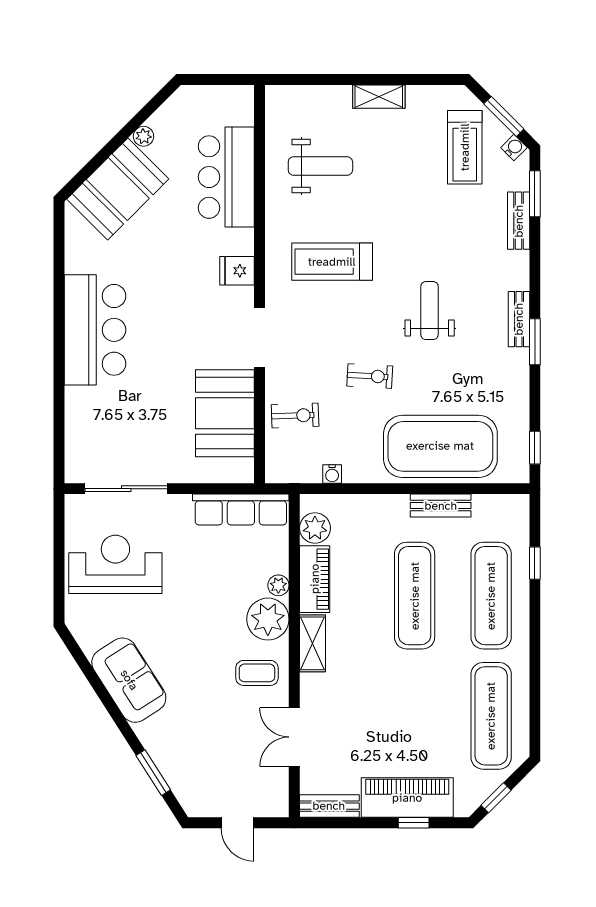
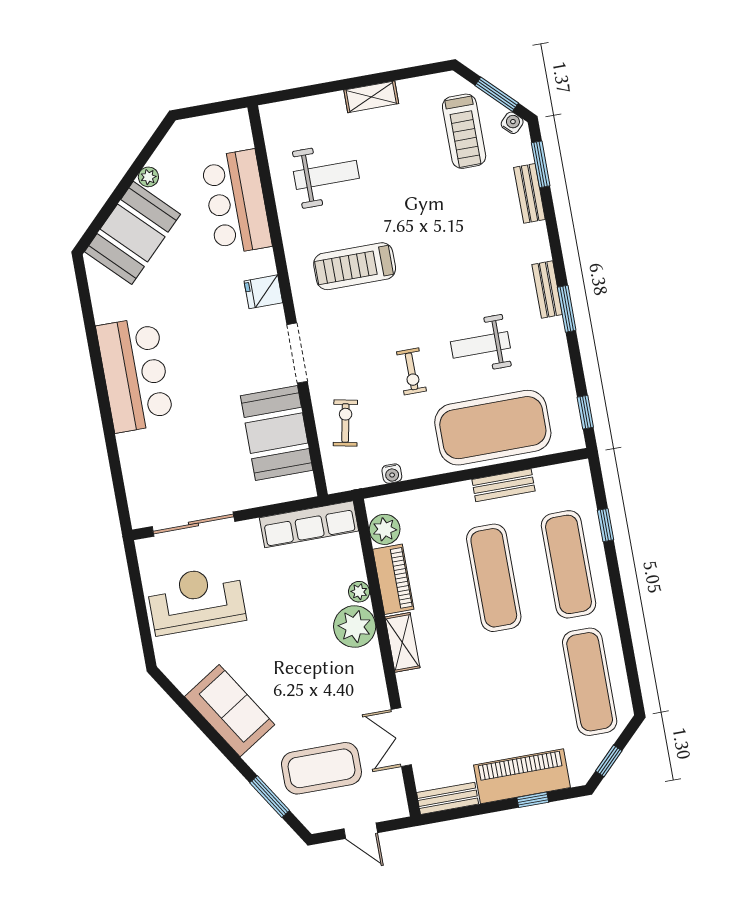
weight bench: (430, 311) -> (480, 345), moved, turned -90
exercise bike: (370, 376) -> (411, 371), turned 87
exercise bike: (295, 416) -> (345, 423), turned -77
coffee table: (257, 673) -> (321, 768), moved, width x1.86, depth x1.72

